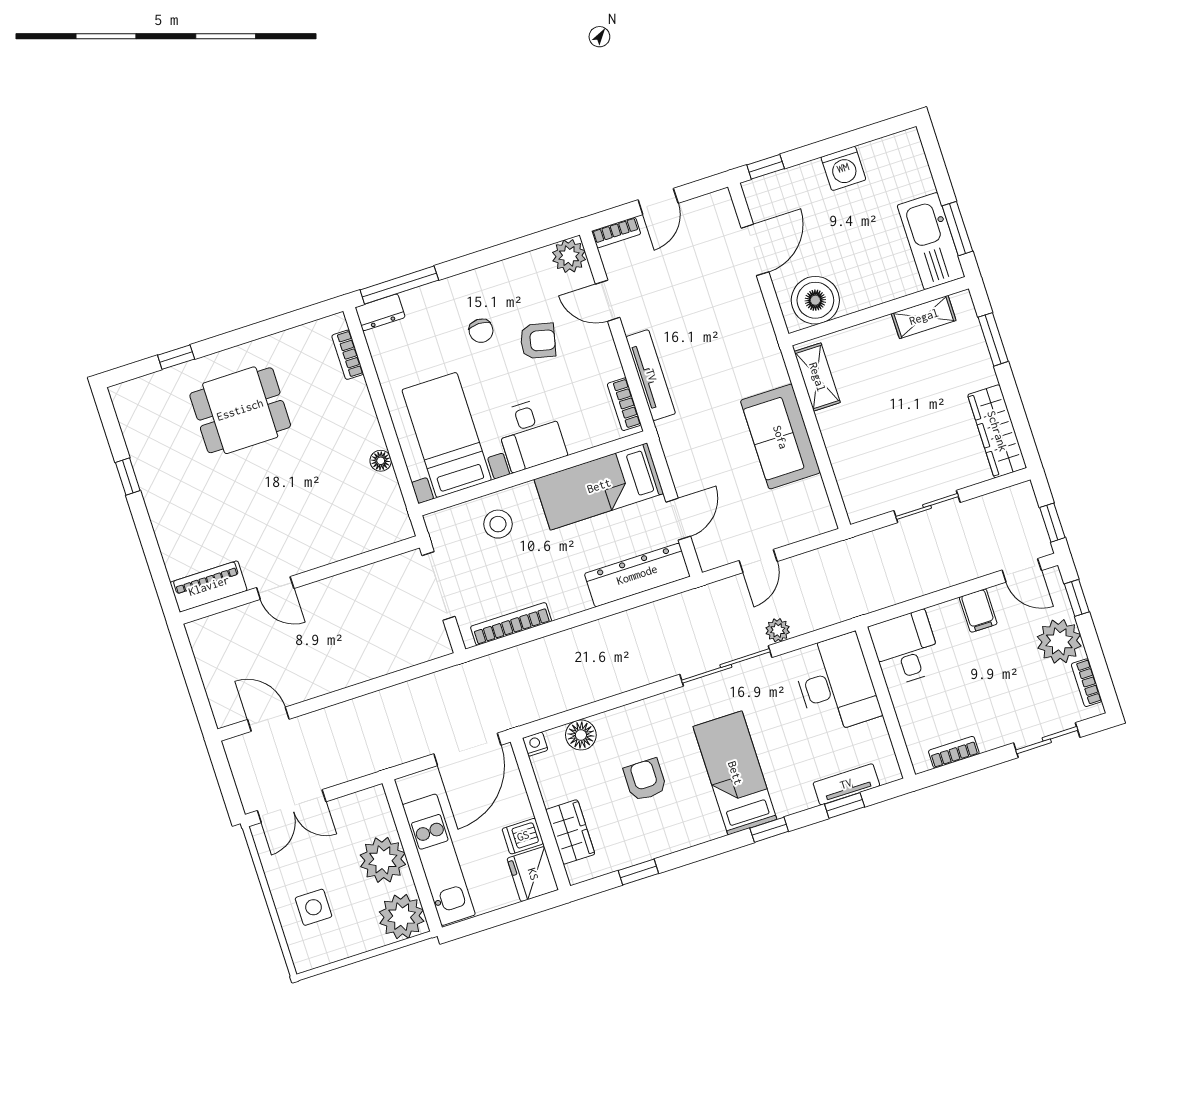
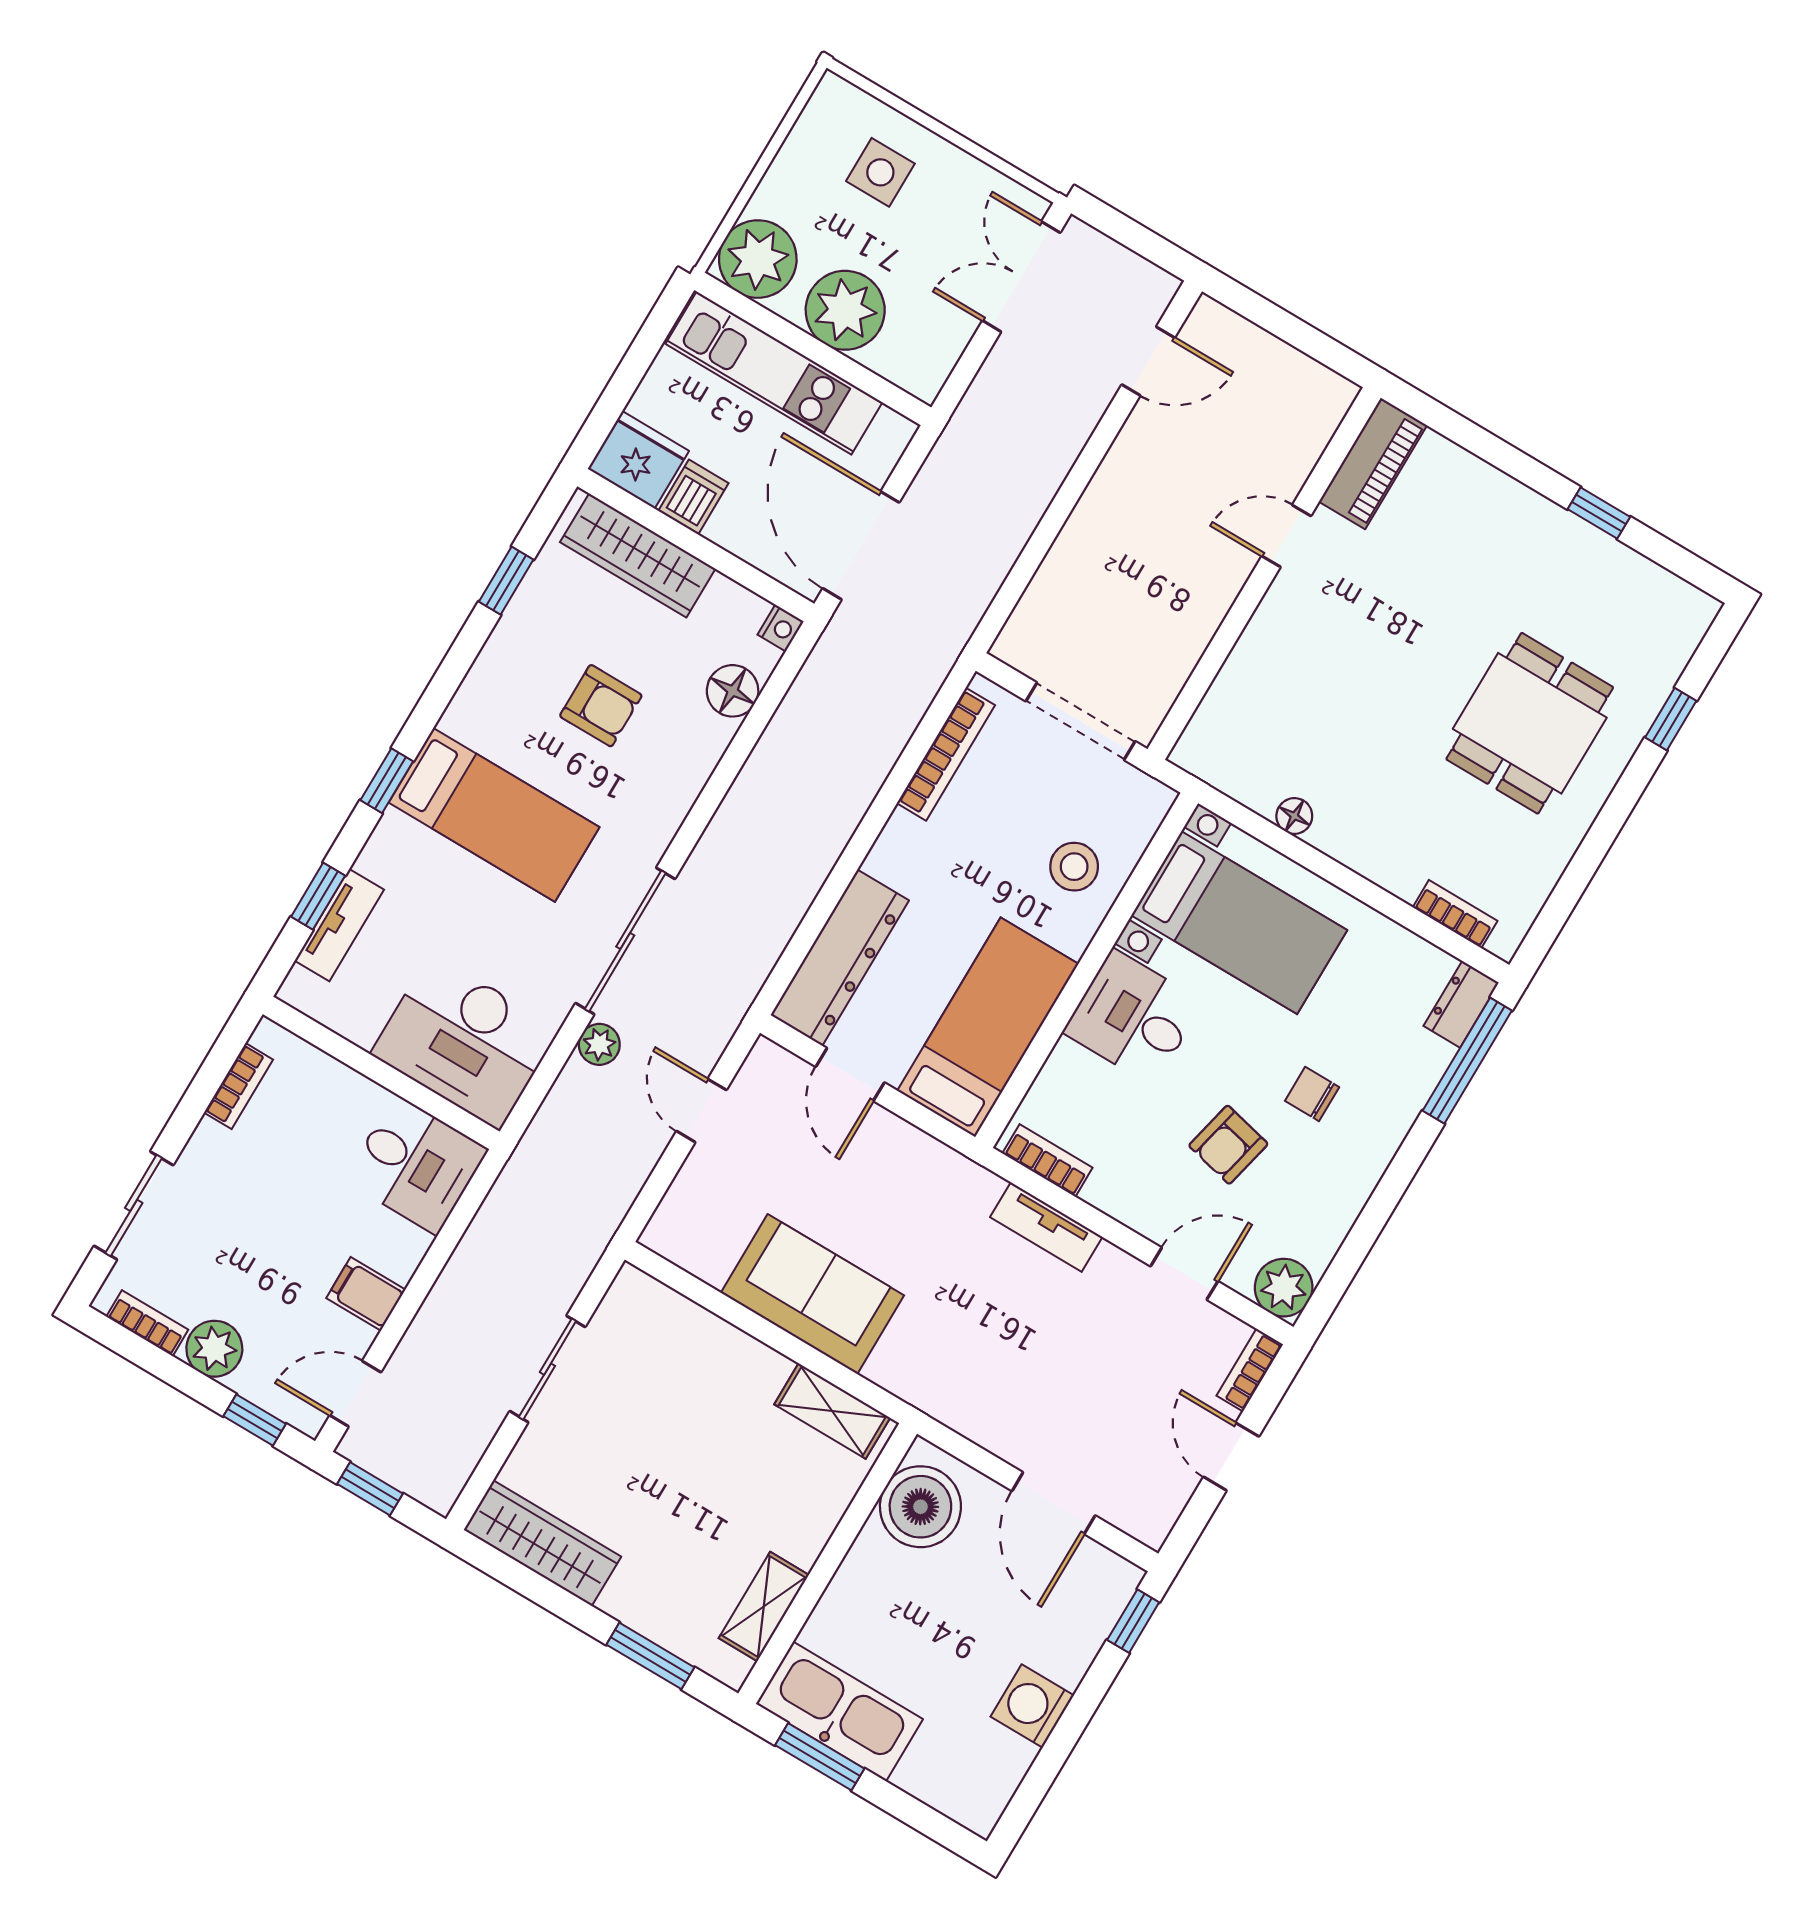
tv unit: (651, 375) -> (1046, 1227), width x0.71
plant: (1059, 641) -> (214, 1349), width x0.73, depth x0.73
wardrobe: (570, 832) -> (638, 555), width x1.50

